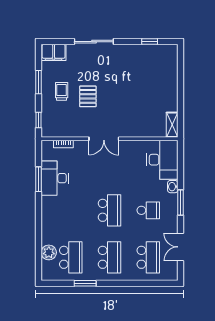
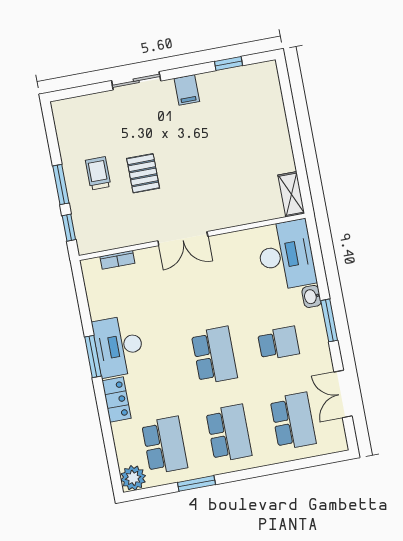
sliding door: (94, 42) -> (136, 81), width x0.73
filing cabinet: (54, 52) -> (187, 90), moved, width x0.50
window: (39, 82) -> (61, 185), moved
desk: (55, 178) -> (119, 346), moved
window: (39, 179) -> (93, 357), moved
locker: (48, 225) -> (117, 400), added
plant: (49, 252) -> (133, 478), moved

